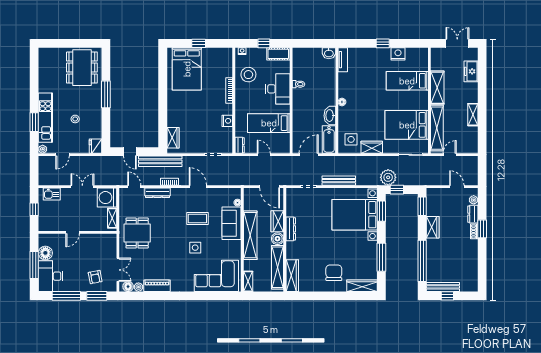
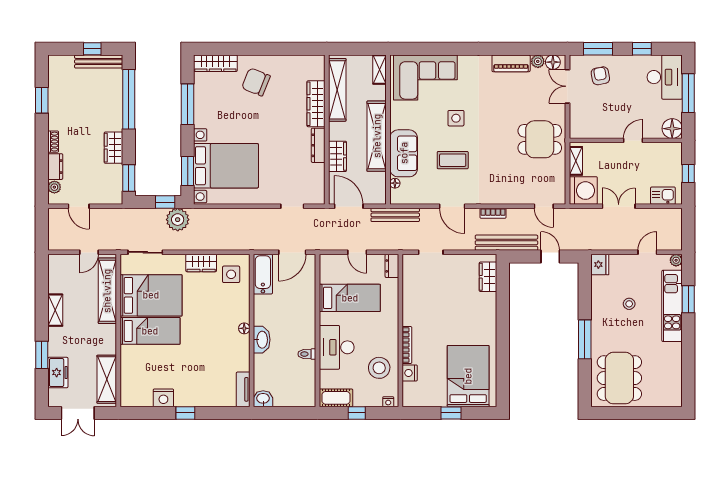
bed: (407, 81) -> (150, 331), moved
window: (482, 84) -> (42, 355), added
shelving: (437, 88) -> (107, 379), moved
washbasin: (330, 116) -> (262, 340), moved
nightstand: (227, 121) -> (410, 373), moved
bench: (339, 181) -> (395, 215), moved
double door: (82, 187) -> (619, 206), swing flipped
dresser: (157, 193) -> (510, 197), removed
window: (482, 229) -> (42, 100), moved
dining table: (137, 233) -> (540, 139), turned 90
boiler: (277, 239) -> (337, 131), removed
floor lamp: (45, 253) -> (672, 129), moved
chair: (334, 273) -> (256, 82), turned 112
wardrobe: (292, 276) -> (316, 104), moved
window: (66, 296) -> (642, 49), width x0.46

